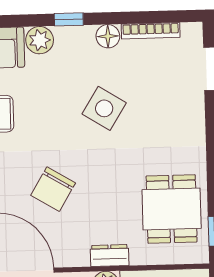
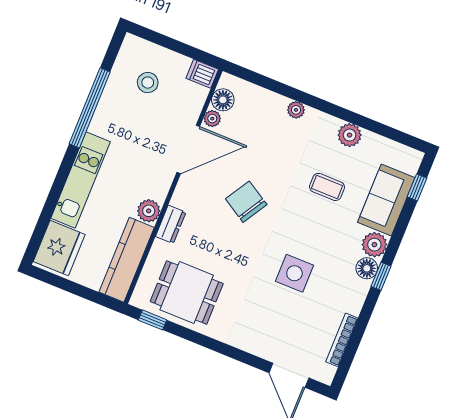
floor lamp: (108, 36) -> (367, 268), moved
side table: (104, 108) -> (294, 273), turned -32

